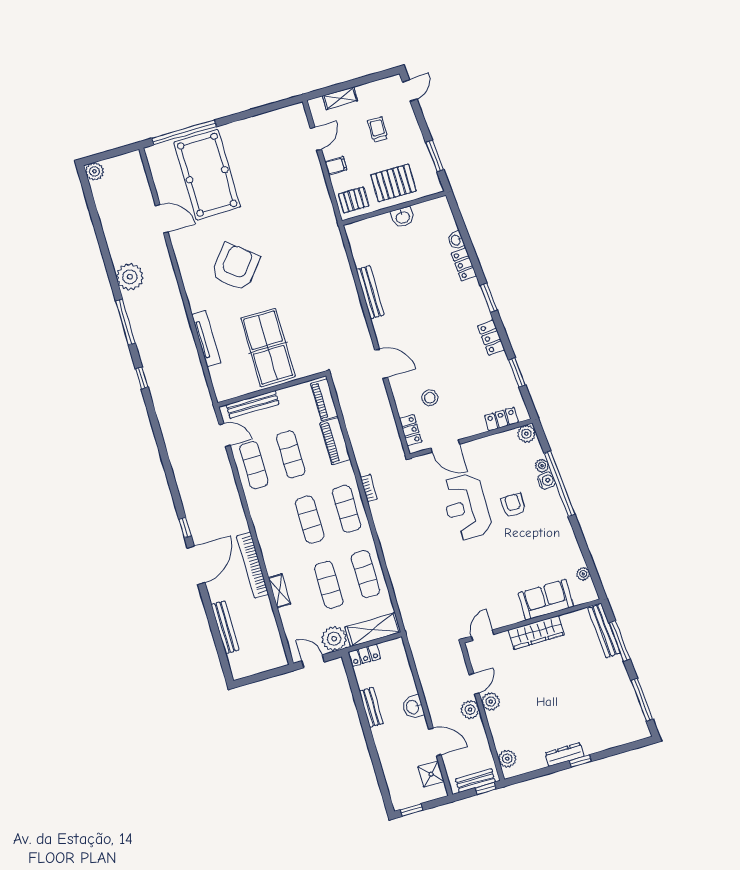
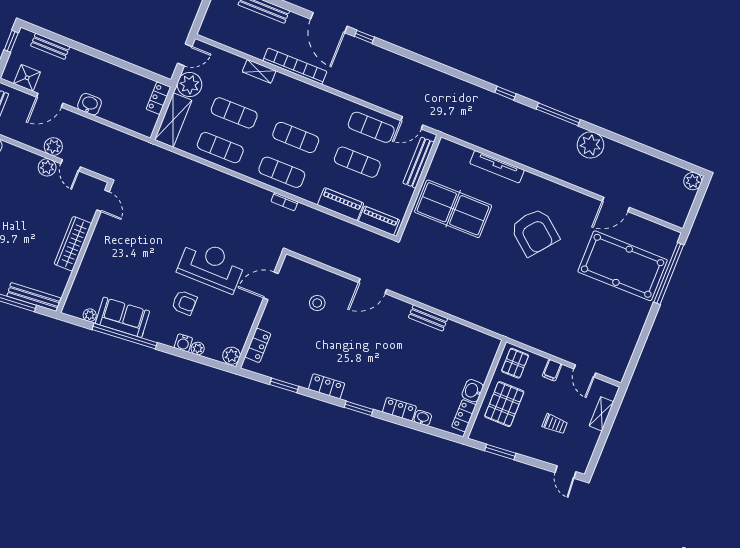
bench: (370, 292) -> (428, 318), width x0.73
locker: (411, 430) -> (464, 416), moved, turned 90
window: (560, 484) -> (125, 336), moved
sofa: (546, 600) -> (123, 317), moved, turned -95
bench: (371, 707) -> (50, 46), moved

